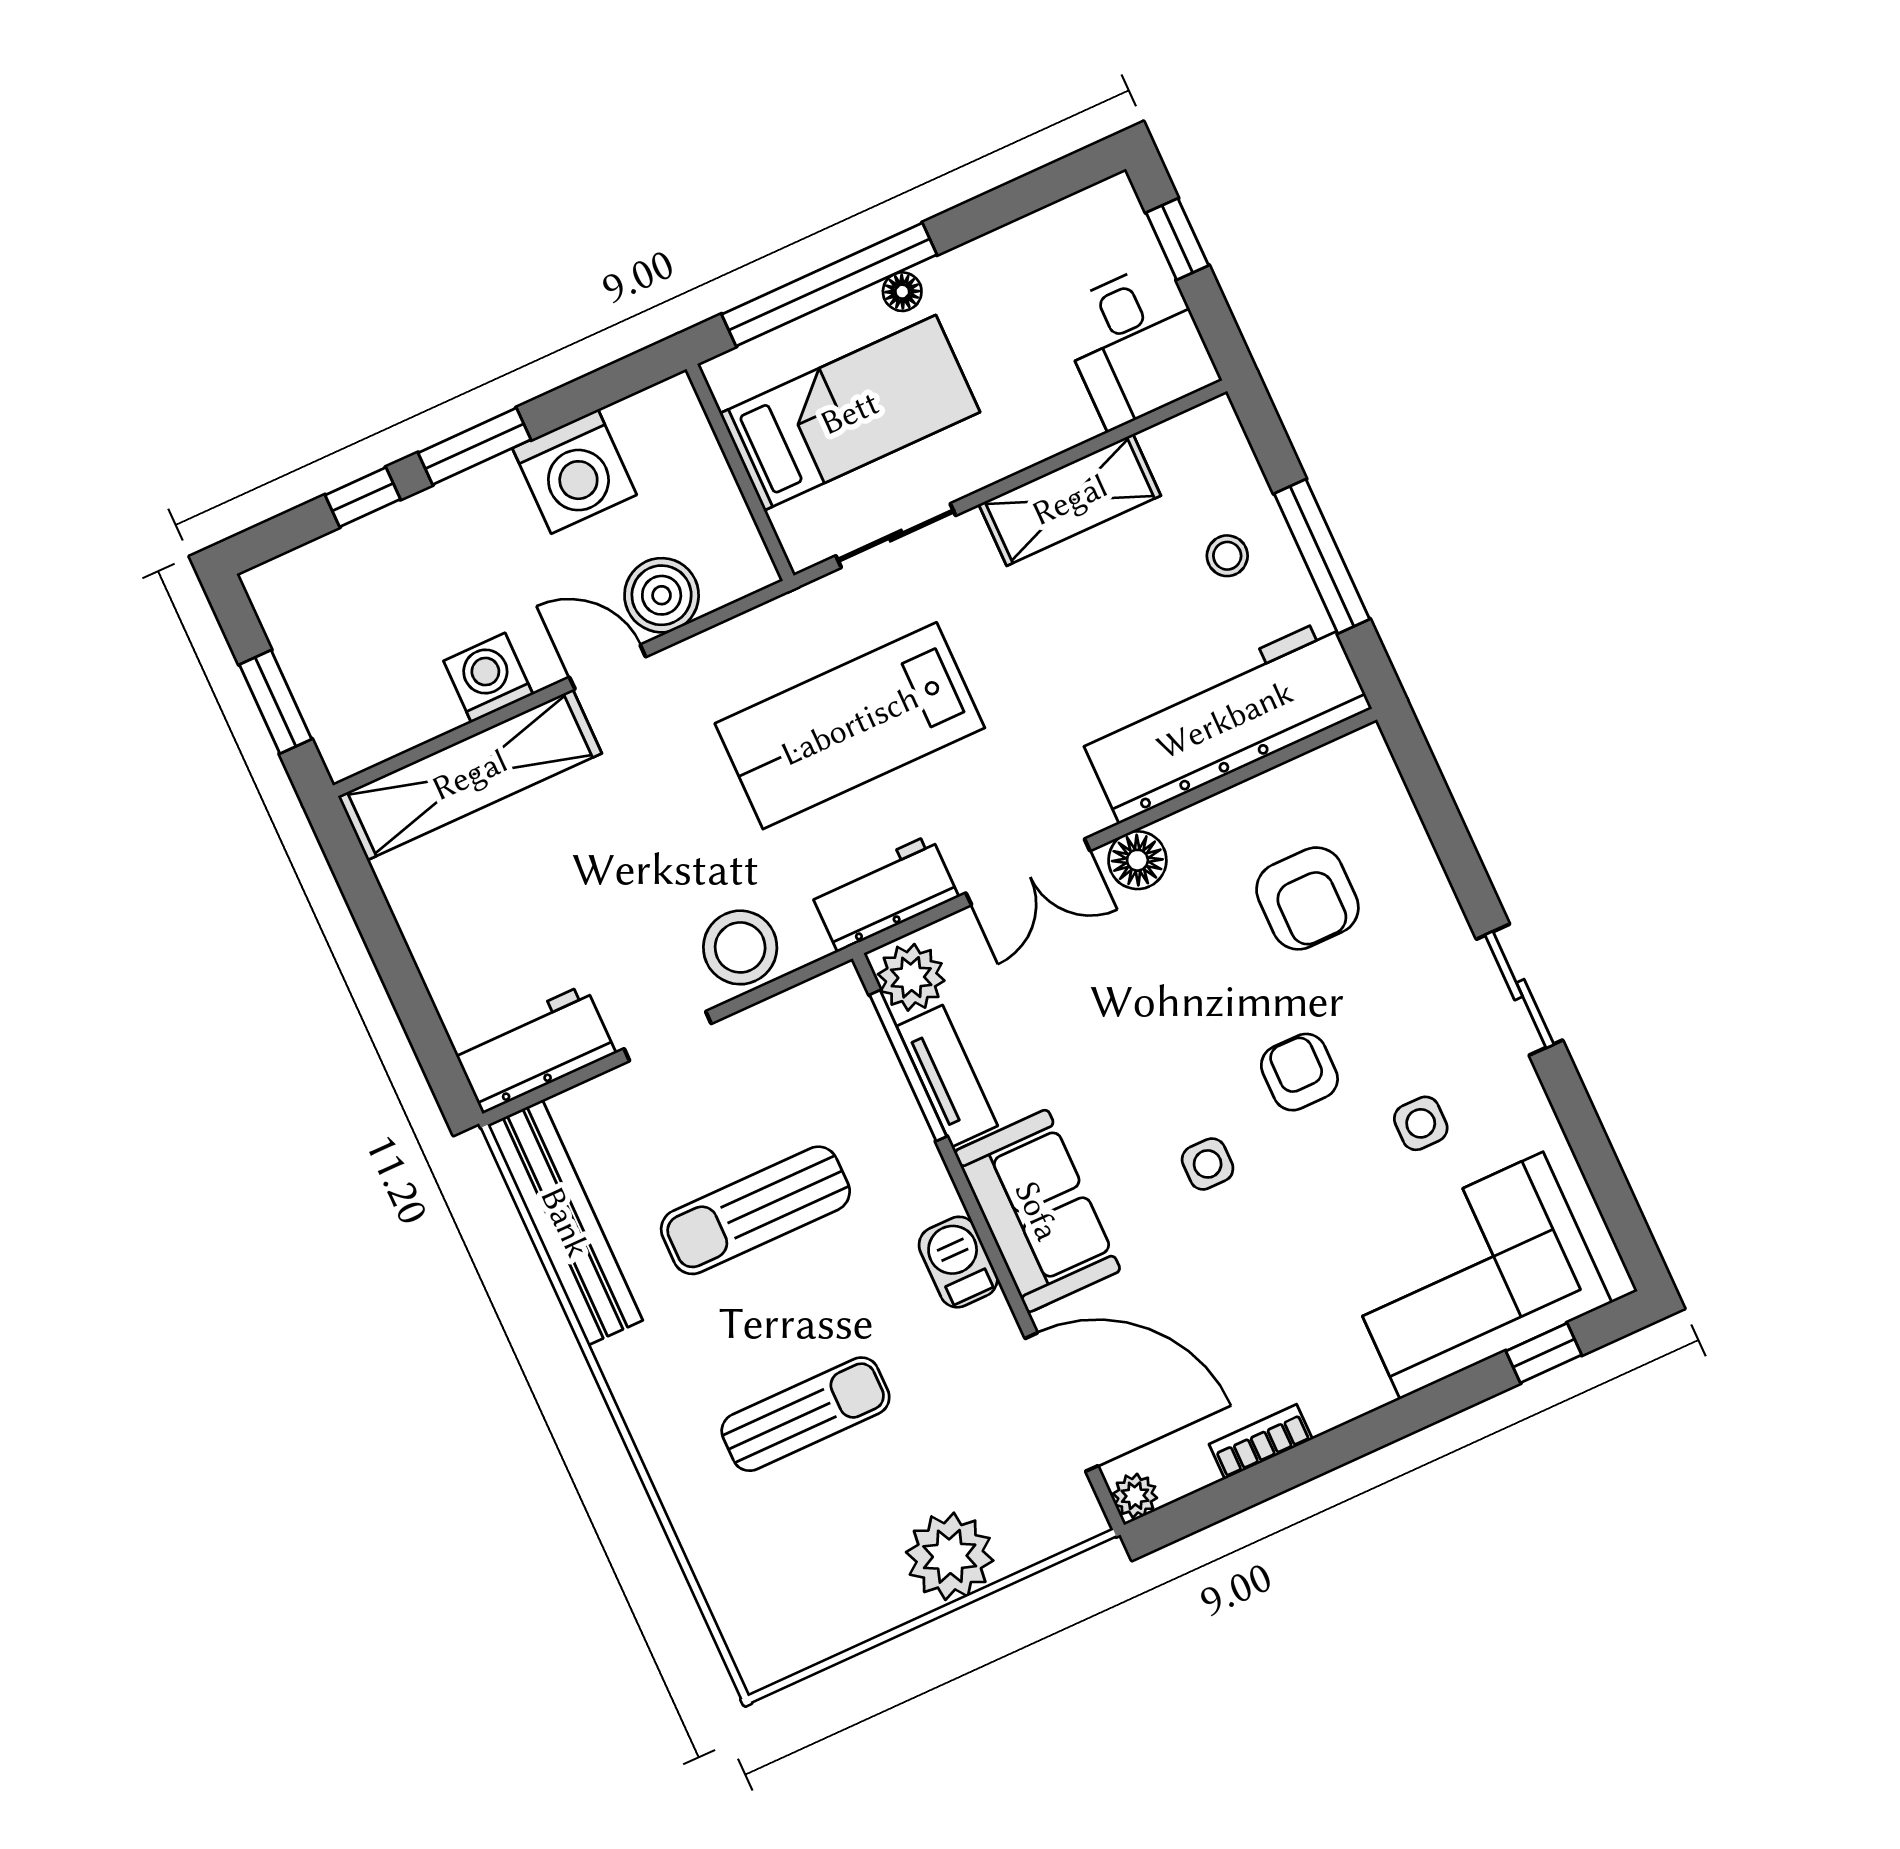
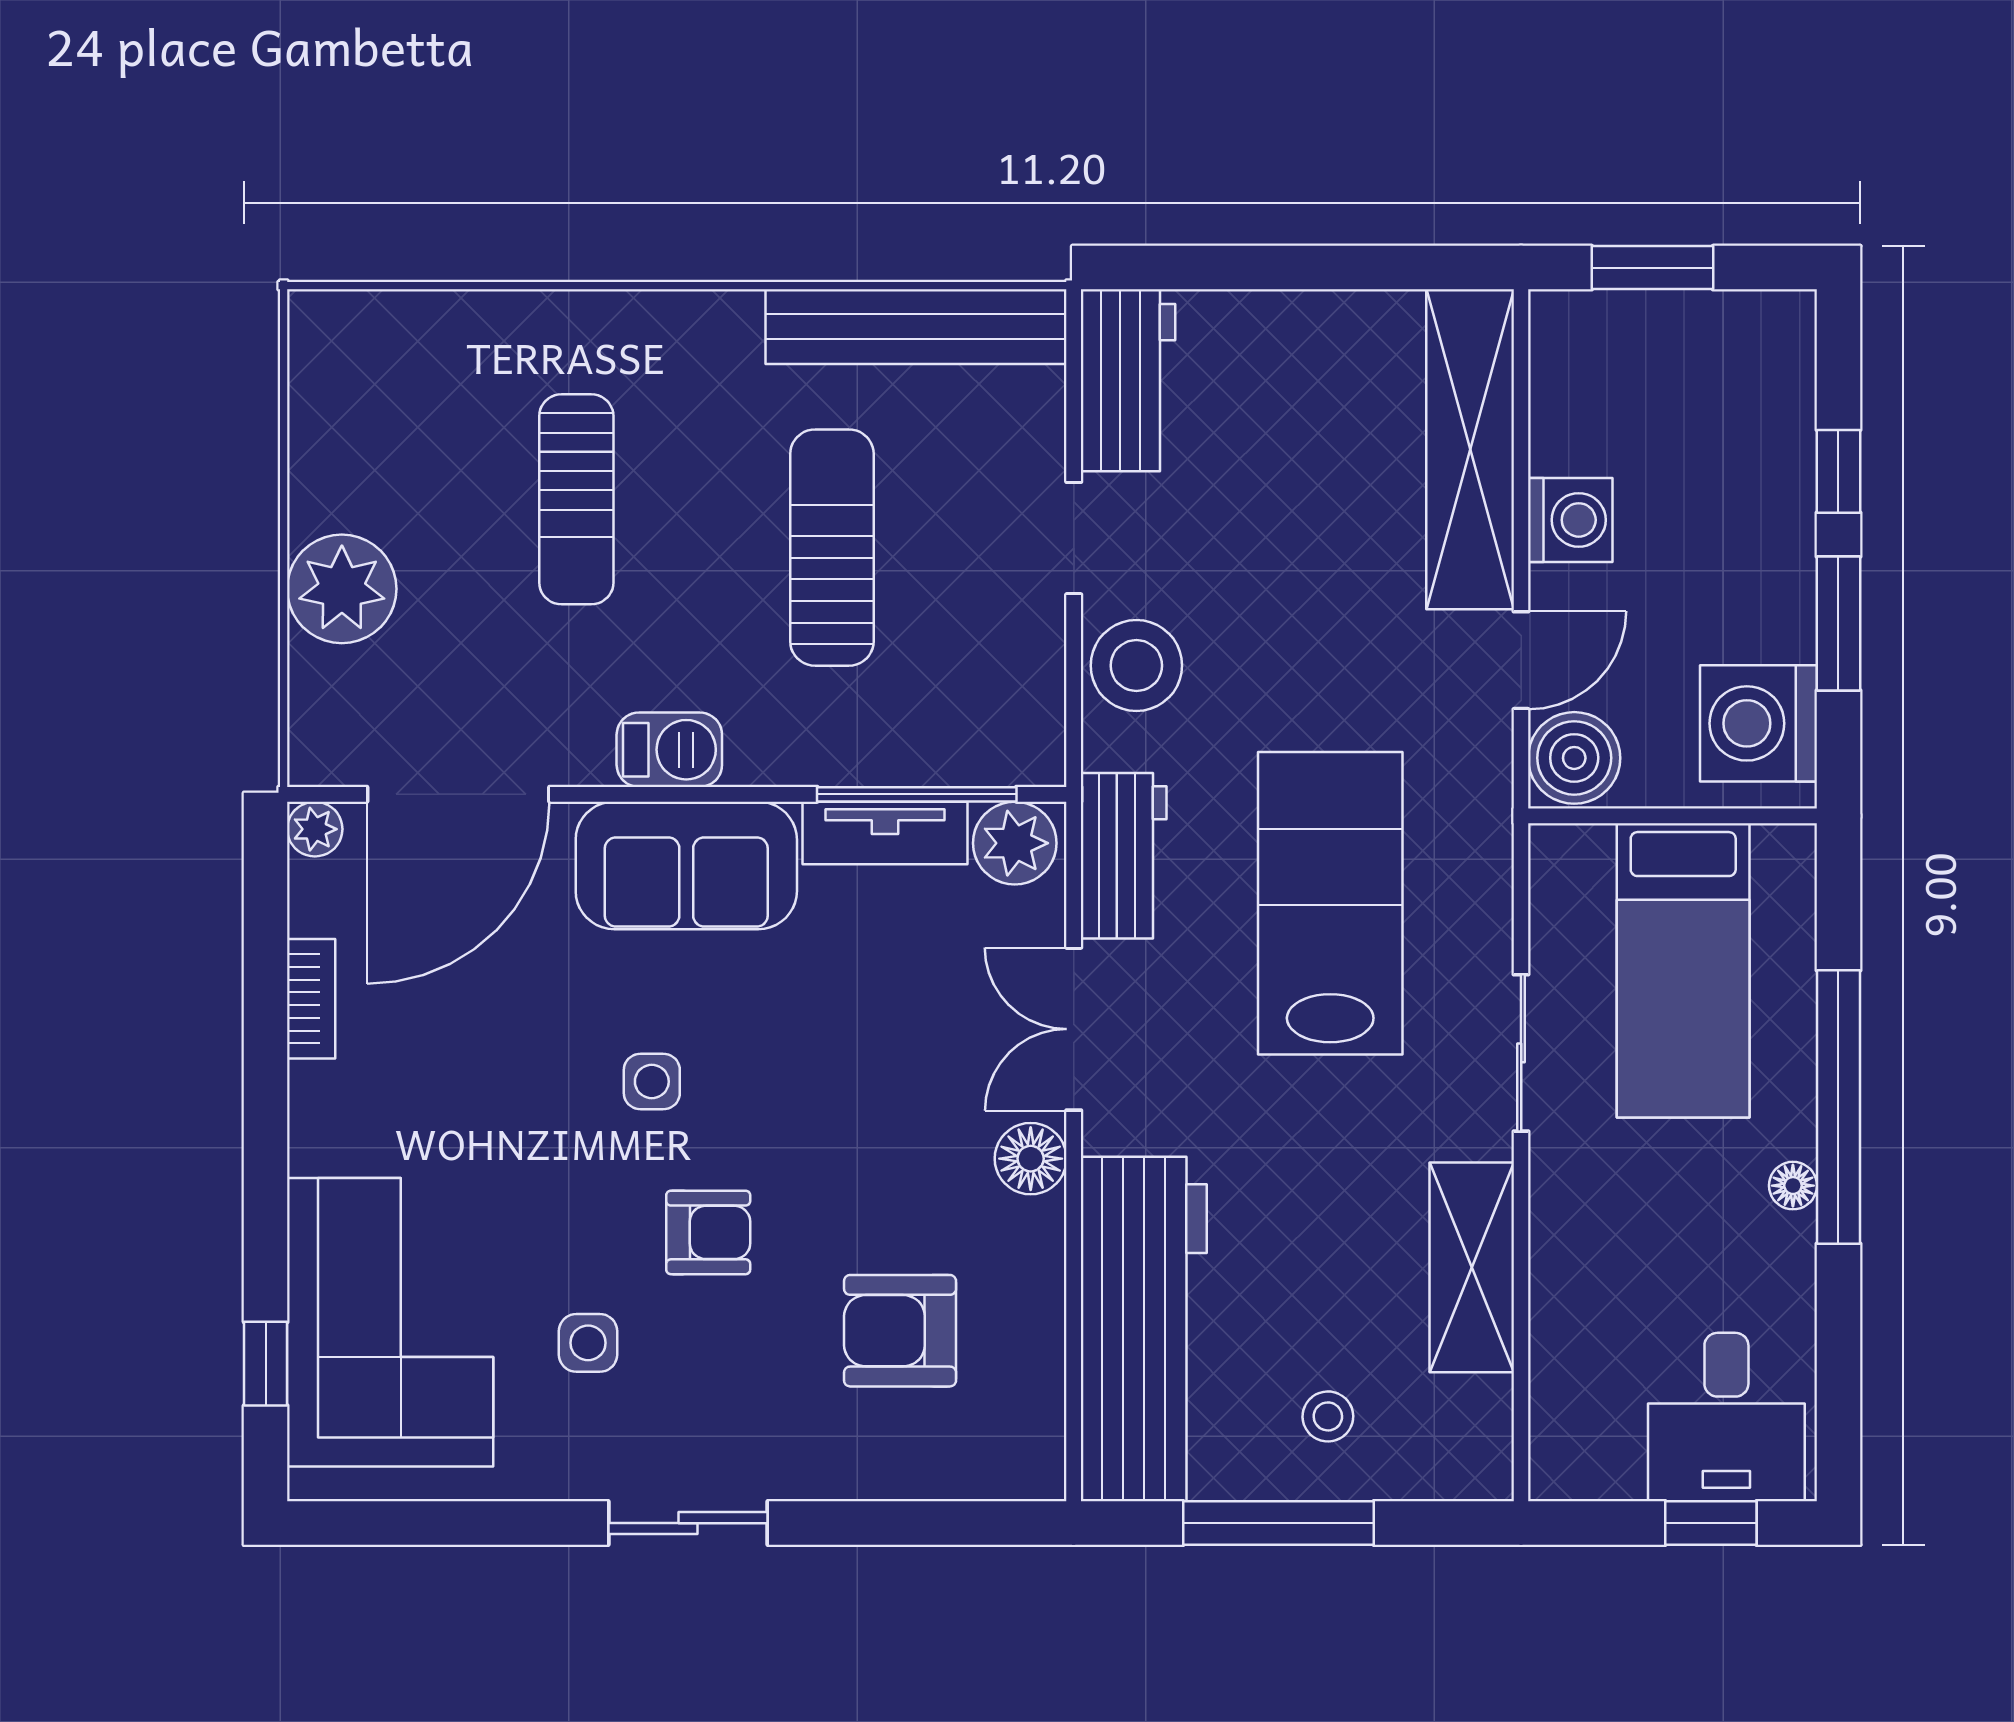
desk: (1137, 345) -> (1726, 1417), moved, turned -90
bed: (850, 413) -> (1683, 970), moved
wall: (740, 472) -> (1673, 816), moved

